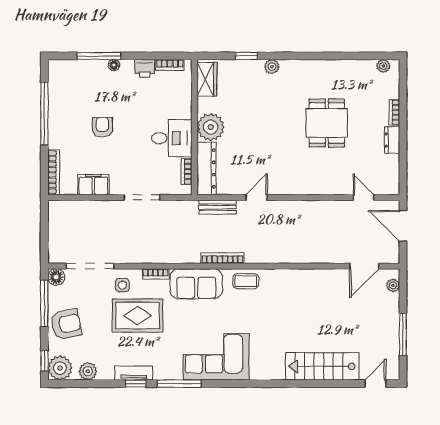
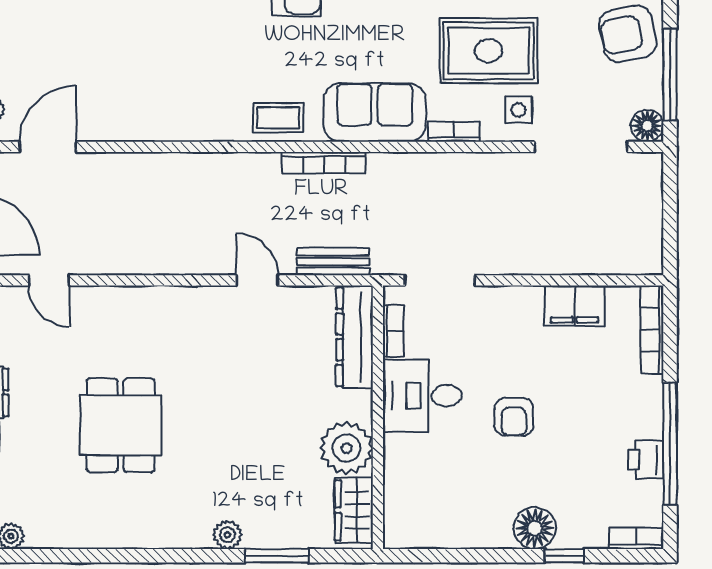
window: (99, 56) -> (564, 556), width x0.46
window: (246, 56) -> (277, 556), width x1.50
floor lamp: (114, 65) -> (535, 528), width x1.89, depth x1.89
bookcase: (170, 65) -> (636, 538), moved
printer: (145, 68) -> (646, 460), moved, turned -90
armchair: (102, 127) -> (514, 417), moved
plant: (211, 127) -> (346, 448), moved
doorway: (142, 197) -> (440, 280), moved
door: (257, 197) -> (257, 280), swing flipped

